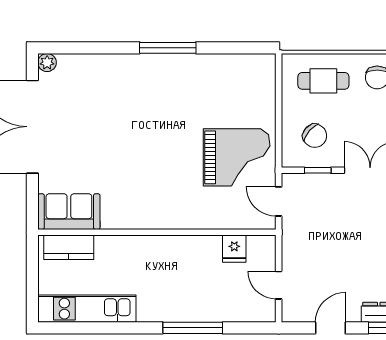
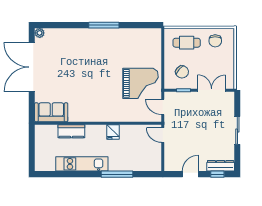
kitchen counter: (69, 247) -> (71, 131), moved
fridge: (234, 249) -> (113, 132), moved
door: (279, 285) -> (163, 135), moved
kitchen unit: (87, 309) -> (82, 164), moved

